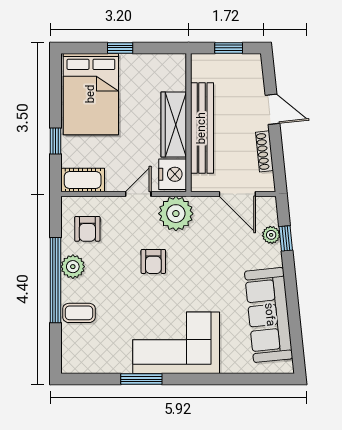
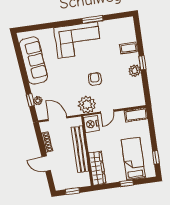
bed: (91, 94) -> (133, 159), width x0.67
wardrobe: (174, 124) -> (97, 168), moved
window: (55, 141) -> (156, 157), moved
armchair: (87, 229) -> (130, 91), removed
window: (55, 280) -> (142, 63), width x0.32

